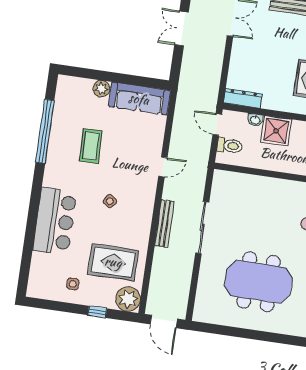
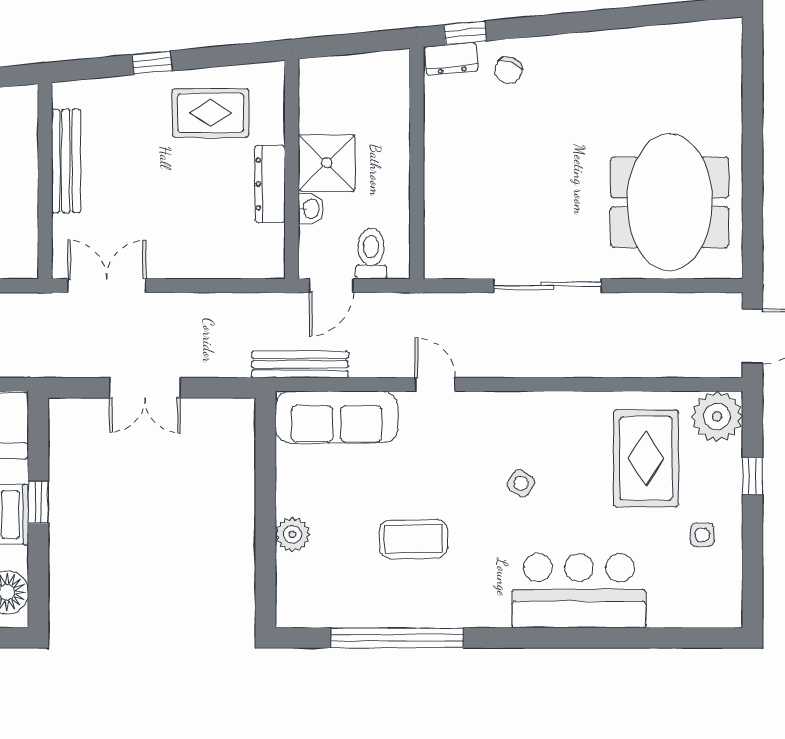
dresser: (243, 98) -> (270, 184), moved
sofa: (139, 99) -> (337, 417), moved, turned 90
bench: (164, 224) -> (300, 364), moved
meeting table: (258, 282) -> (670, 202), moved

